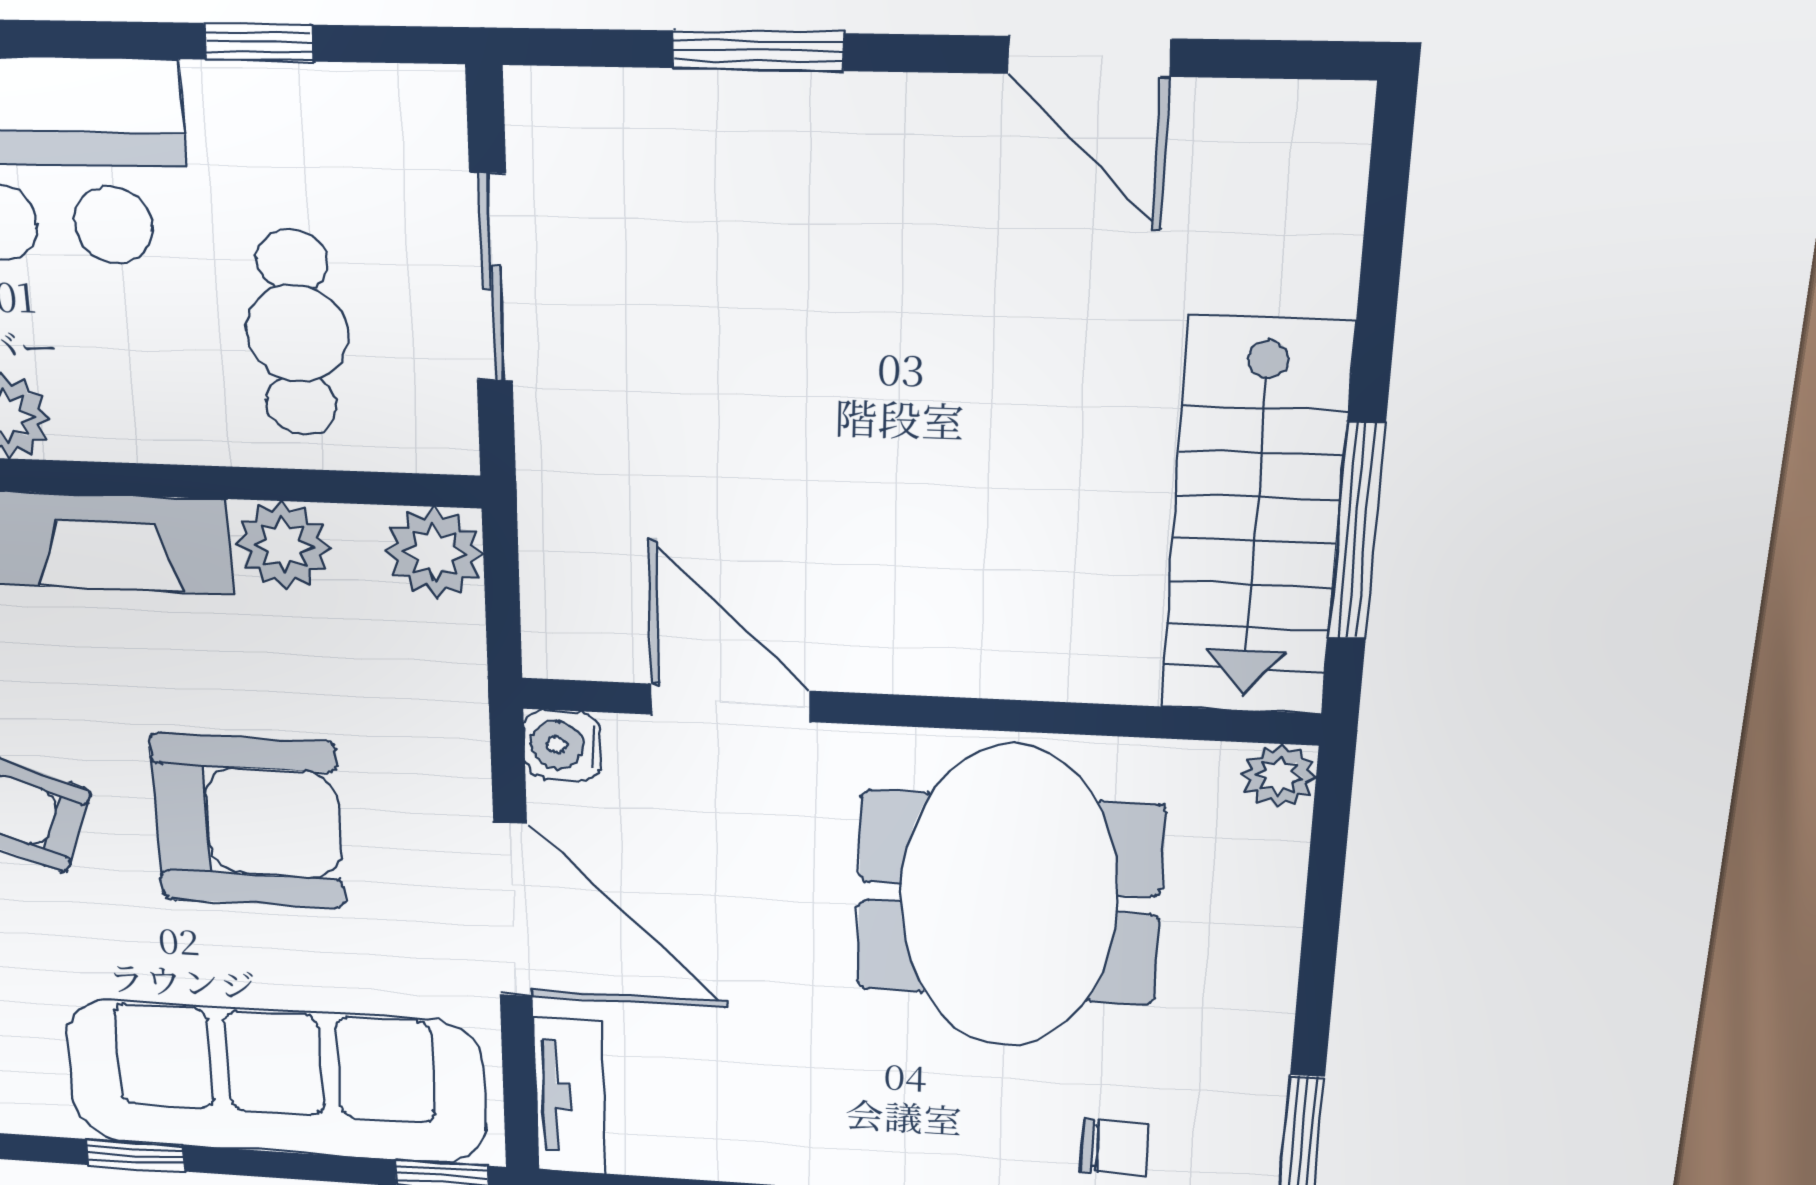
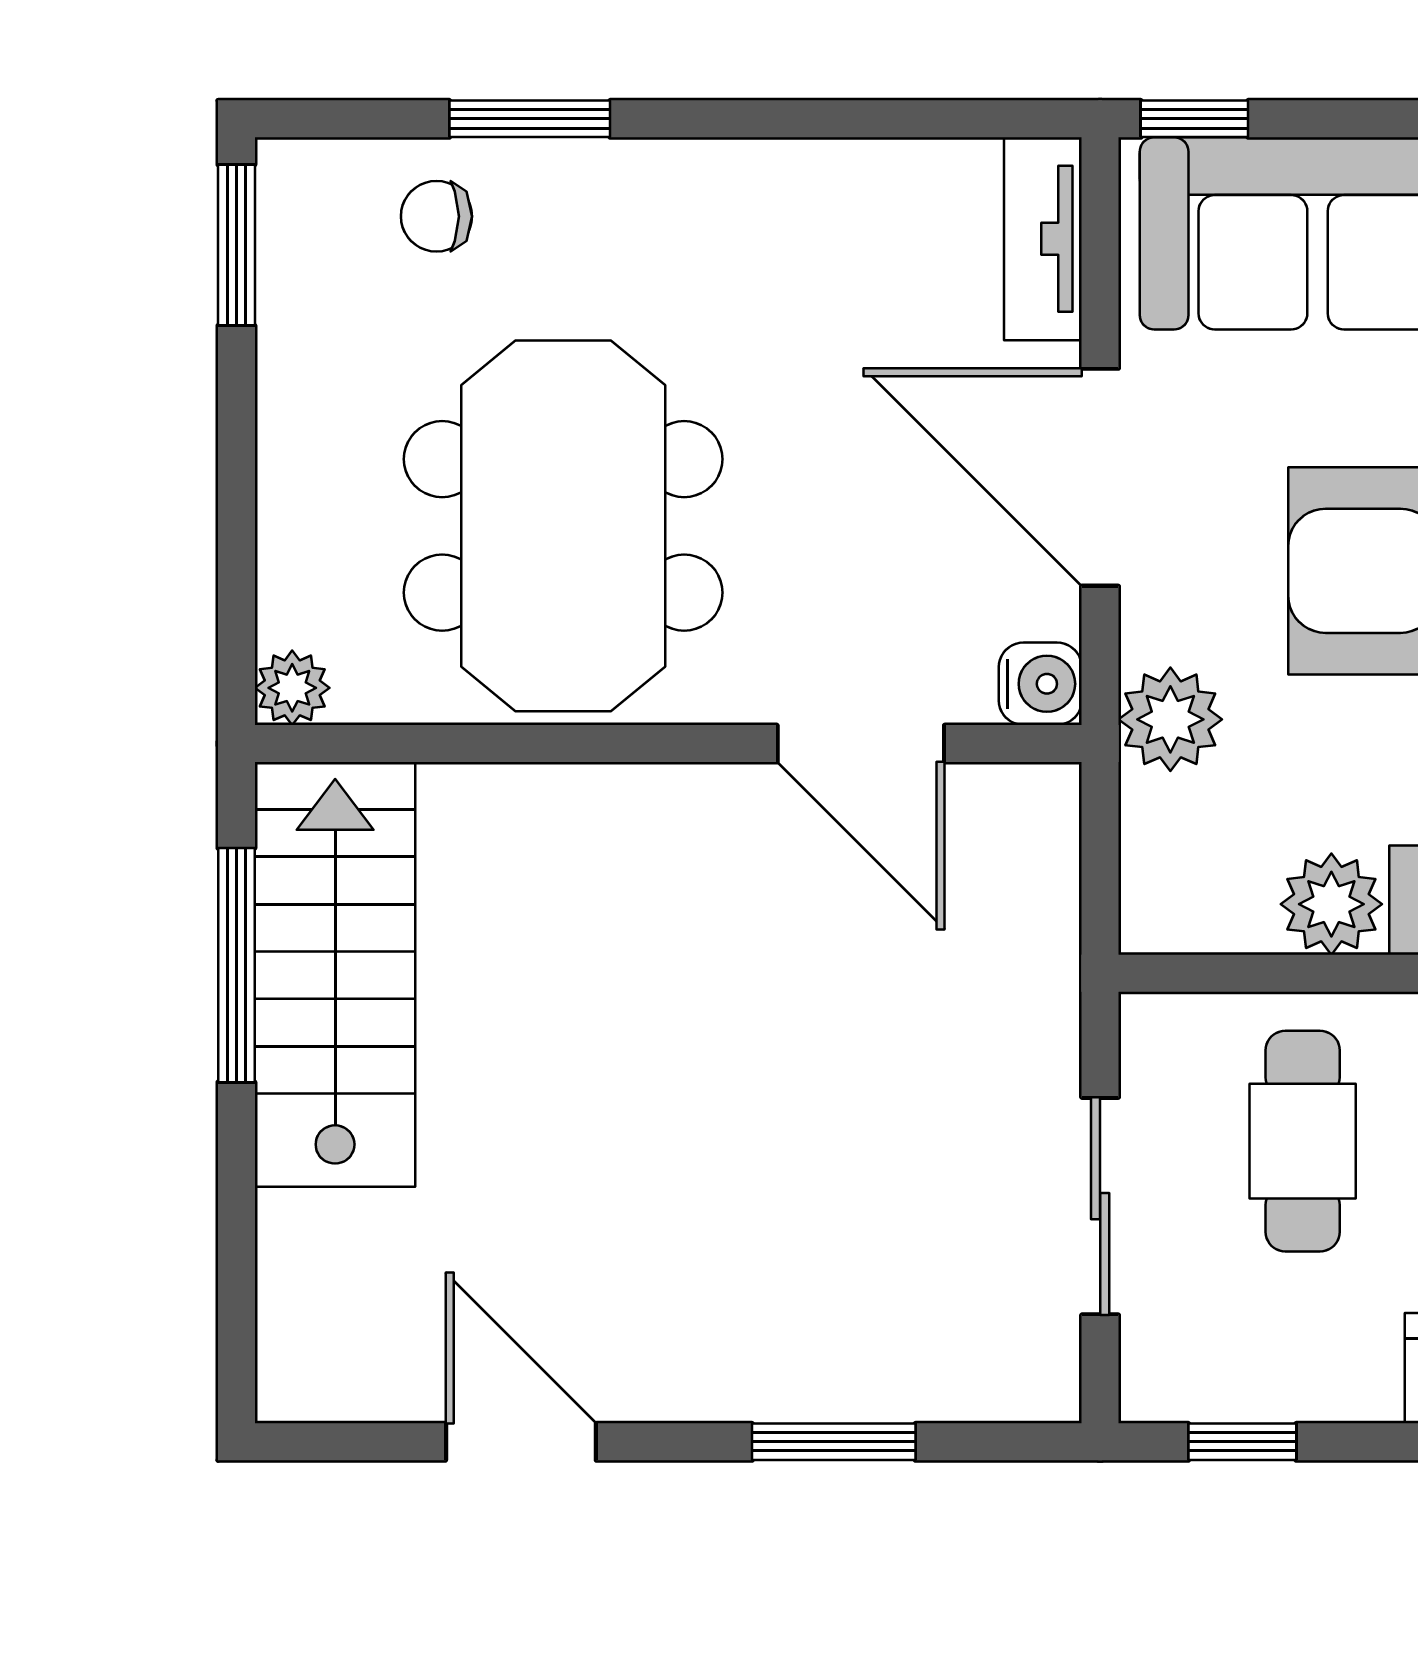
window: (259, 42) -> (1242, 1442), moved
plant: (434, 552) -> (1170, 719), moved

